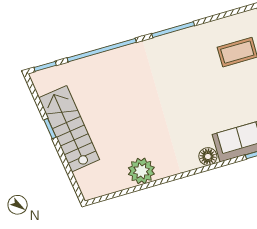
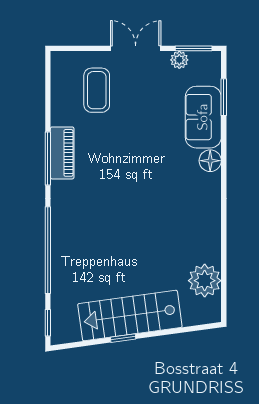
piano: (181, 39) -> (62, 153), added
plant: (141, 171) -> (205, 281), moved

